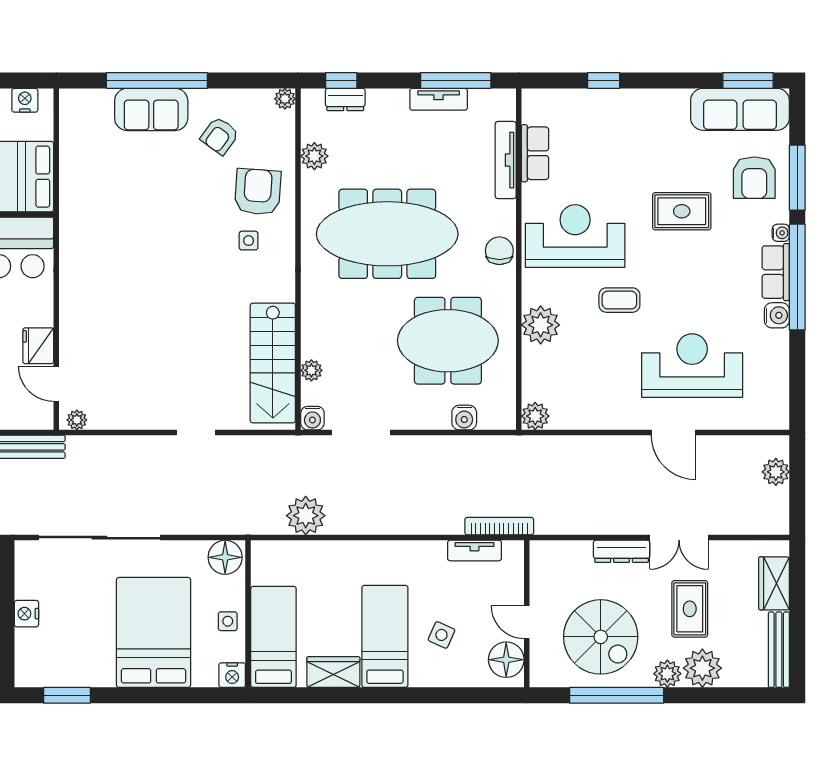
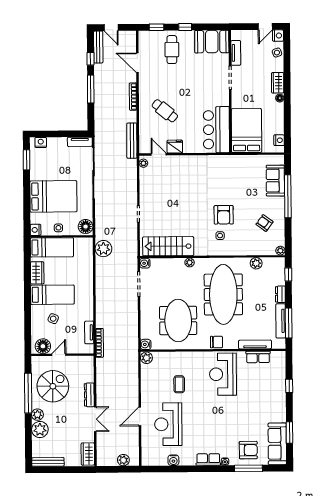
window: (748, 80) -> (289, 432), moved
dresser: (345, 99) -> (280, 294), moved
tv unit: (439, 99) -> (281, 321), width x1.41
sofa: (151, 109) -> (275, 181), moved
armchair: (754, 178) -> (248, 450), turned 180
armchair: (258, 192) -> (224, 215), moved, turned 86
rug: (682, 211) -> (234, 419), removed
reception desk: (575, 236) -> (223, 374), turned 180
window: (797, 277) -> (206, 469), removed
coffee table: (619, 300) -> (179, 384), moved
water cooler: (777, 315) -> (173, 460), moved
plant: (541, 325) -> (185, 360), removed
reception desk: (692, 366) -> (168, 424), turned 180
plant: (311, 370) -> (190, 262), moved
door: (56, 384) -> (159, 154), hinge flipped
water cooler: (464, 418) -> (146, 344), moved
plant: (306, 516) -> (103, 249), moved
double door: (679, 538) -> (95, 419), swing flipped
tv unit: (25, 569) -> (80, 142), added
wardrobe: (774, 583) -> (88, 454), moved, turned -90
rug: (690, 609) -> (65, 424), removed
nightstand: (26, 614) -> (41, 143), moved
spiral stairs: (601, 637) -> (53, 386), turned 180

